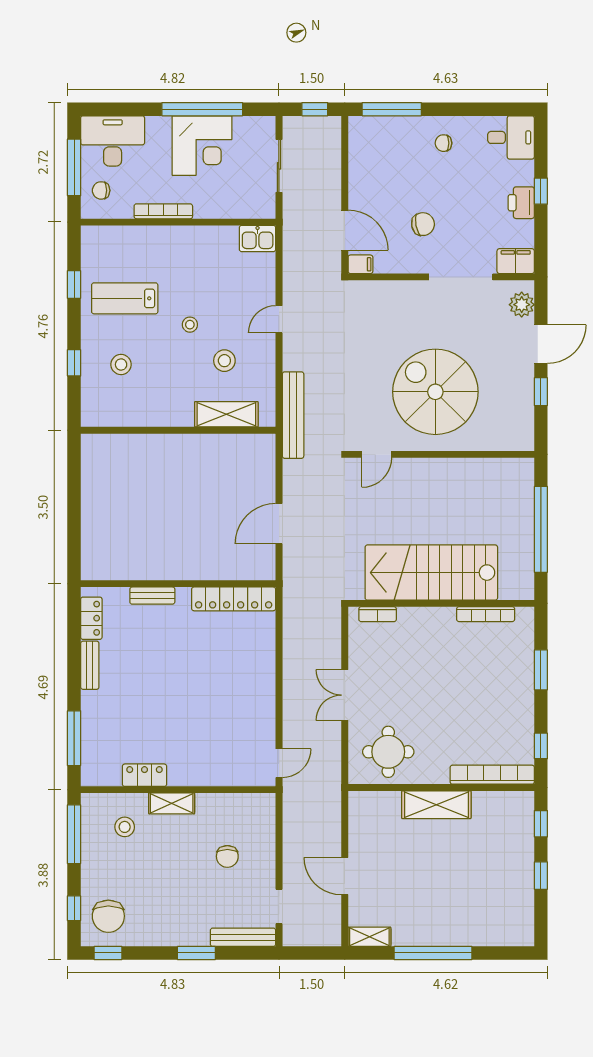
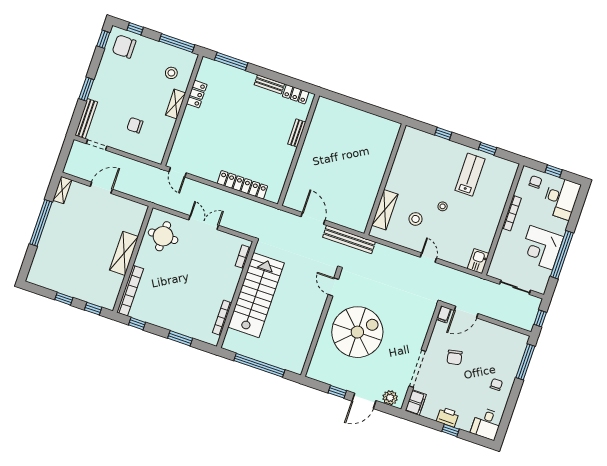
window: (74, 167) -> (554, 171), width x0.46
door: (541, 344) -> (364, 401), hinge flipped
stool: (121, 365) -> (433, 160), removed
bench: (293, 415) -> (349, 240), moved
locker: (234, 599) -> (242, 185), moved, turned 90

